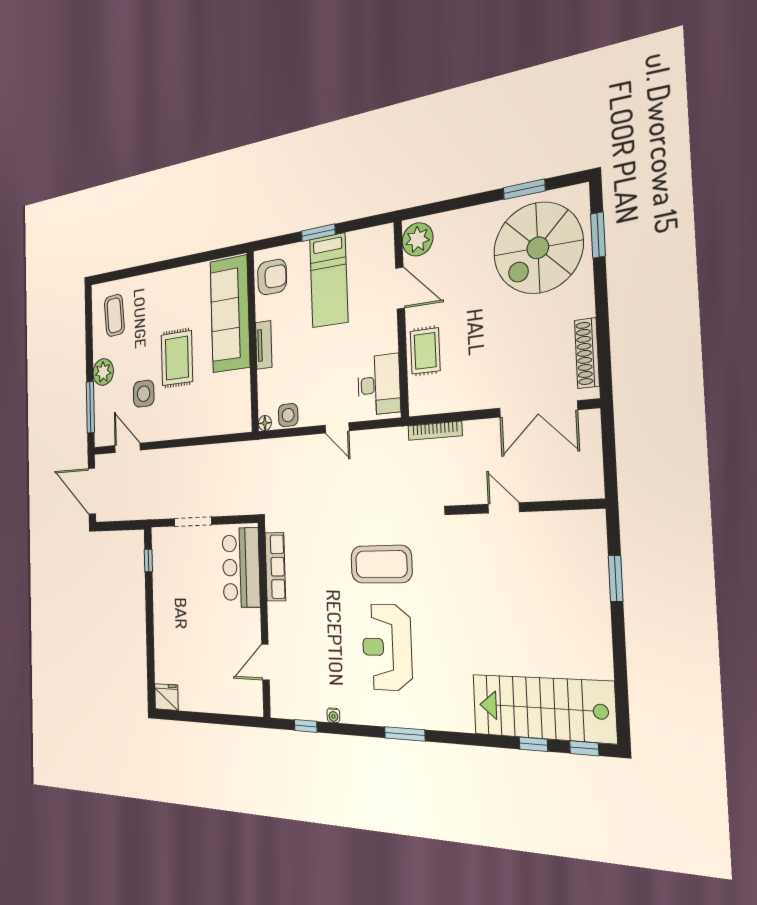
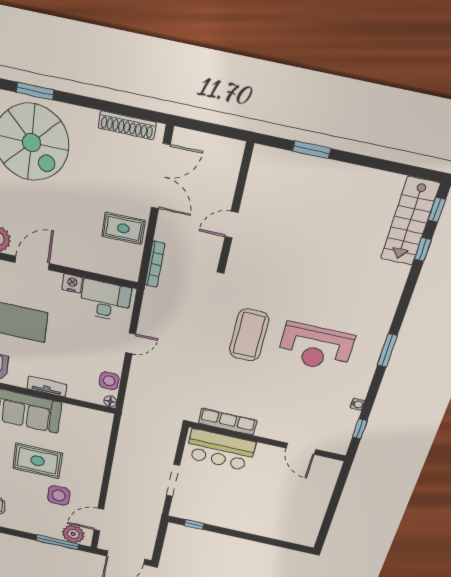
nightstand: (389, 341) -> (72, 283), added
rug: (425, 351) -> (123, 228), moved
plant: (103, 372) -> (73, 534), moved
fridge: (166, 697) -> (307, 536), removed
stairs: (543, 708) -> (410, 221), width x0.73, depth x0.66

